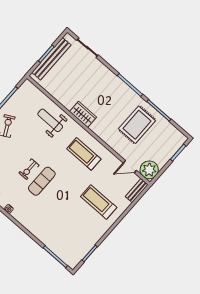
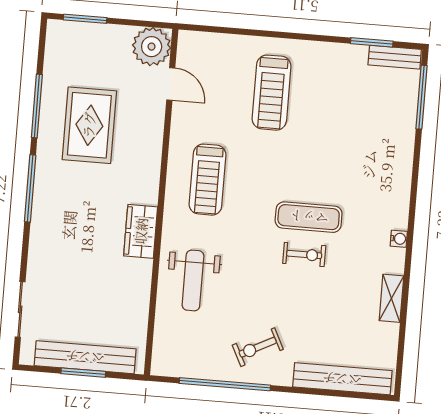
rug: (137, 125) -> (89, 125), turned 90
bench: (137, 191) -> (395, 57), moved

